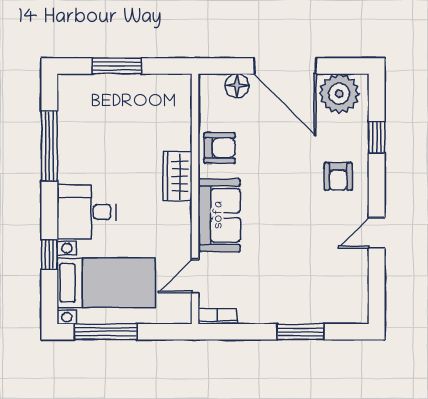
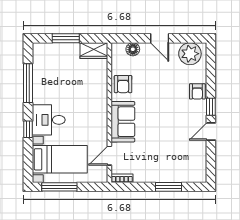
door: (285, 66) -> (160, 38), width x0.53
window: (377, 137) -> (211, 107), moved
armchair: (220, 148) -> (123, 84), turned 90
wardrobe: (178, 176) -> (94, 51), moved, turned -90
armchair: (338, 176) -> (197, 91), moved
window: (49, 255) -> (28, 129), moved

